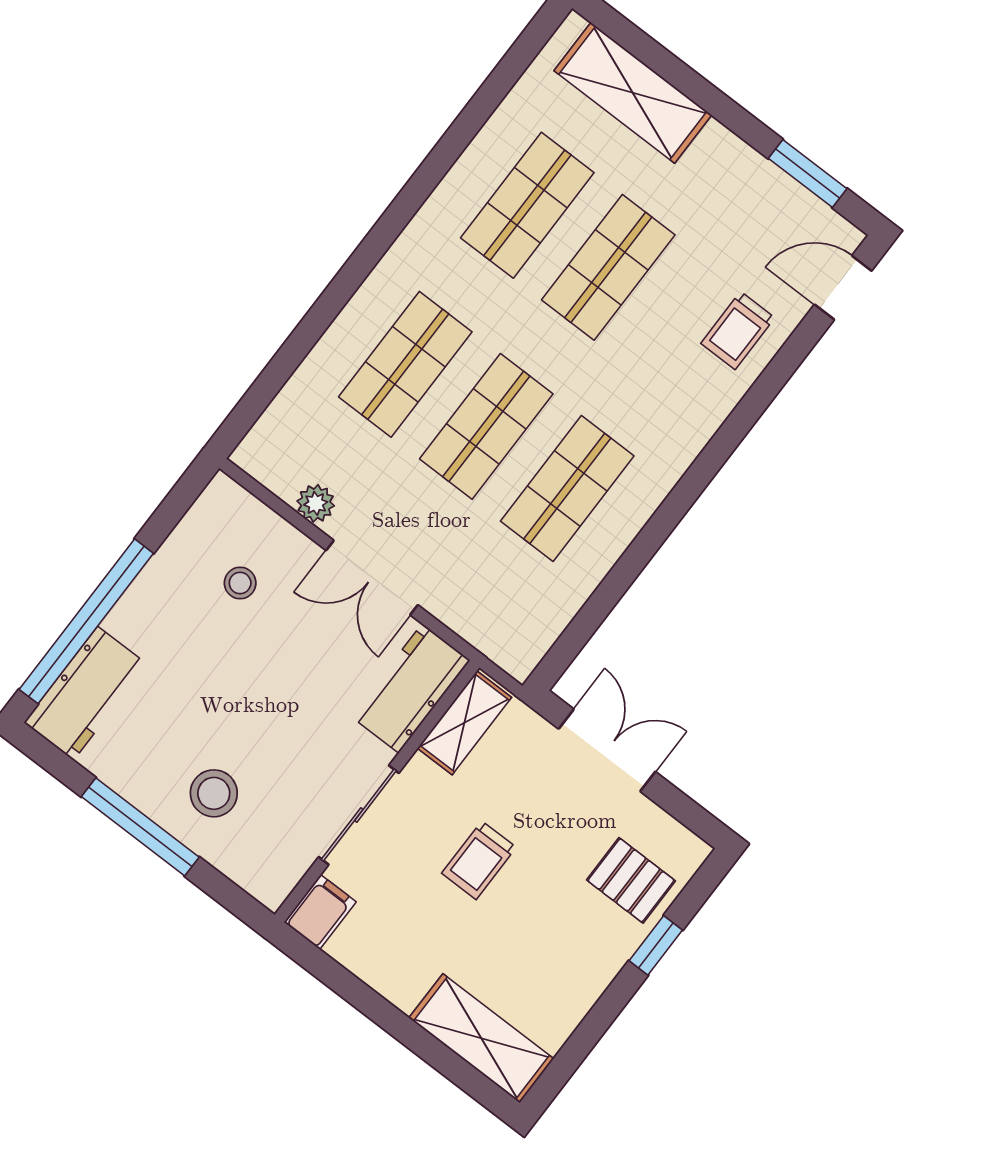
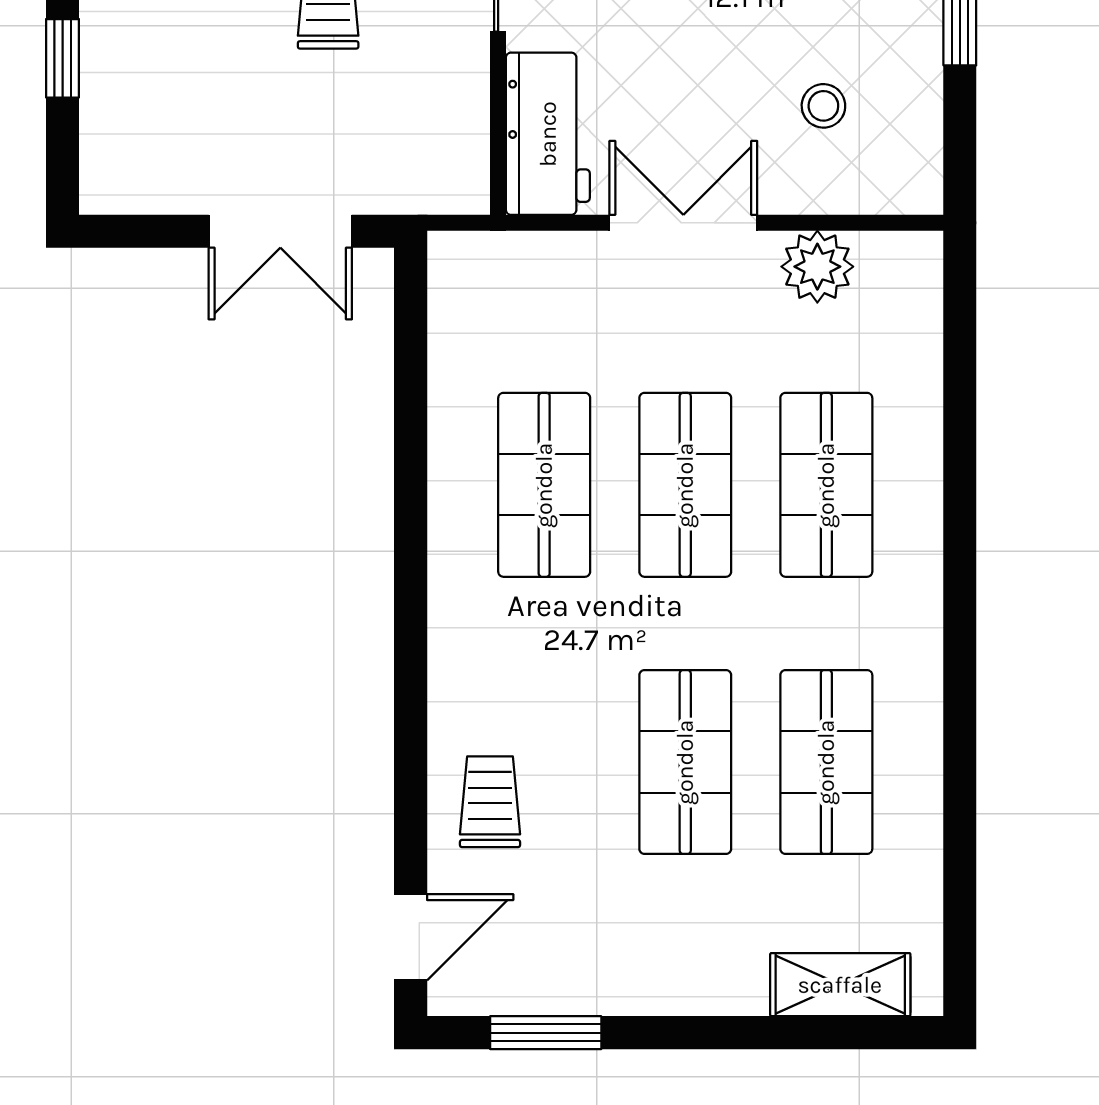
shelving: (633, 93) -> (840, 985), width x0.67, depth x0.75
plant: (316, 503) -> (817, 267), width x1.38, depth x1.38
shelving: (464, 723) -> (460, 141), removed
pallet: (631, 880) -> (144, 109), removed

